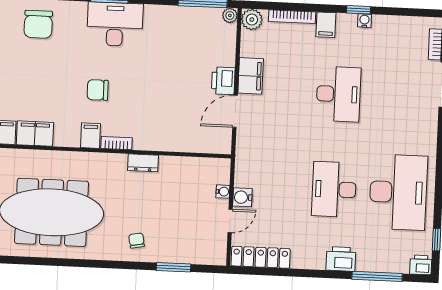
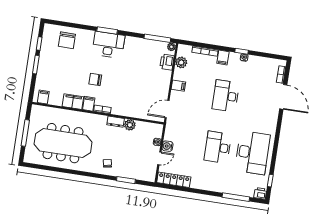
plant: (252, 20) -> (181, 62), moved
filing cabinet: (251, 76) -> (178, 86), width x0.50
printer: (223, 81) -> (167, 62), moved
desk: (338, 94) -> (226, 96), turned 180
door: (235, 111) -> (167, 109), moved
filing cabinet: (35, 134) -> (73, 102), moved
plant: (170, 166) -> (130, 125), added
printer: (341, 259) -> (217, 185), removed

